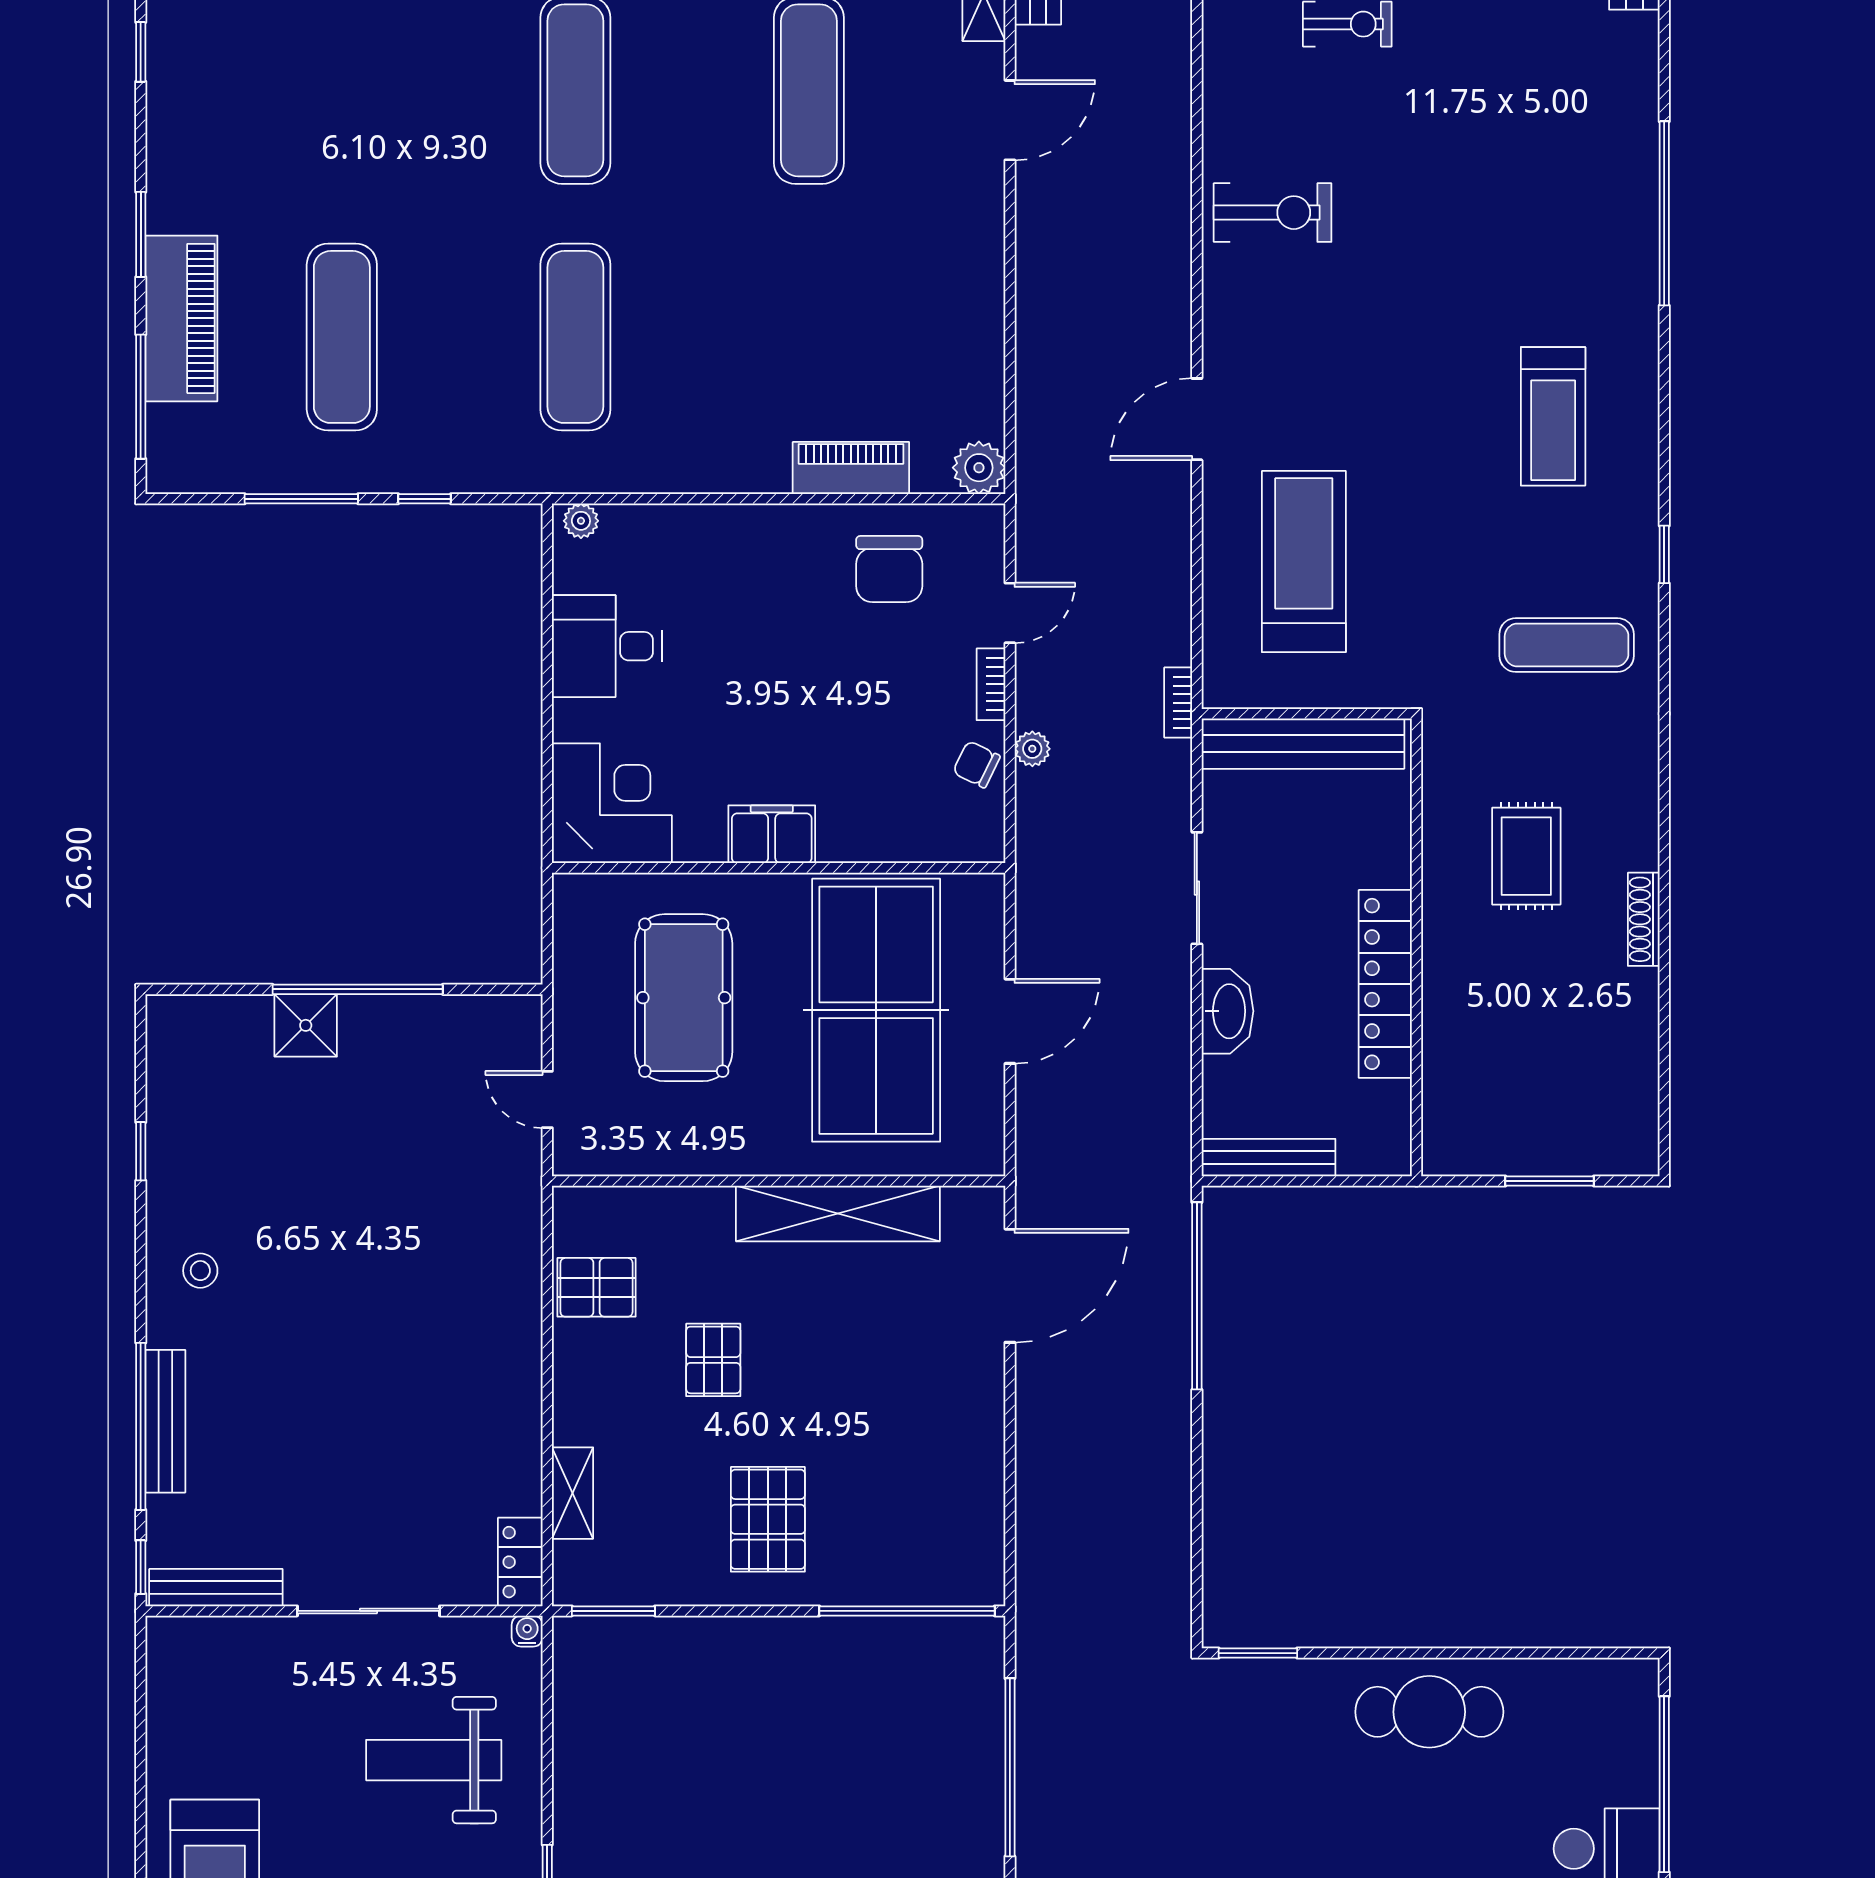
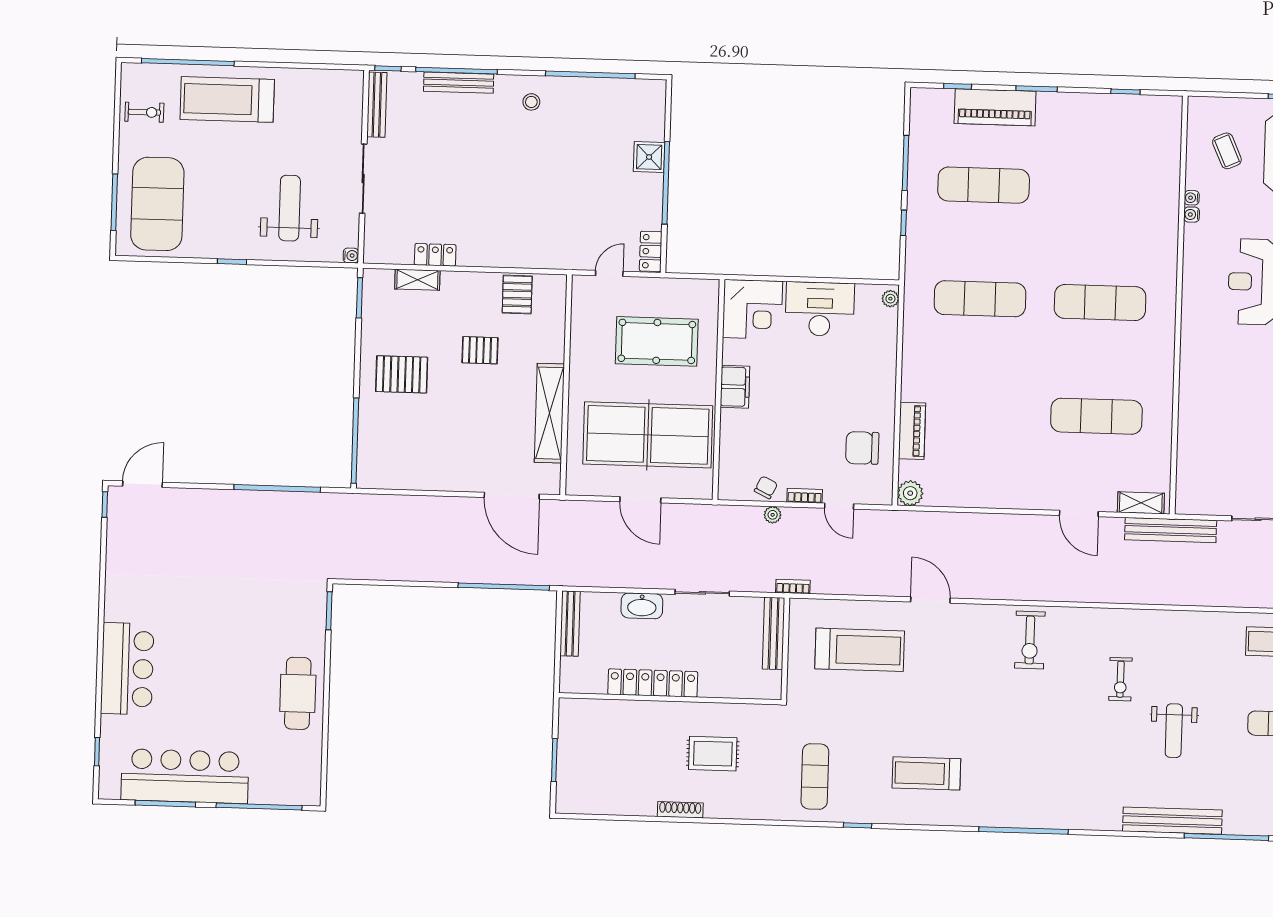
window: (141, 397) -> (958, 86), width x0.46
desk: (607, 646) -> (820, 309), width x1.37
bench: (1303, 744) -> (774, 633), width x0.73, depth x0.82
locker: (499, 1016) -> (651, 251), added
window: (141, 1151) -> (590, 75), width x3.17
locker: (520, 1562) -> (435, 255), moved

